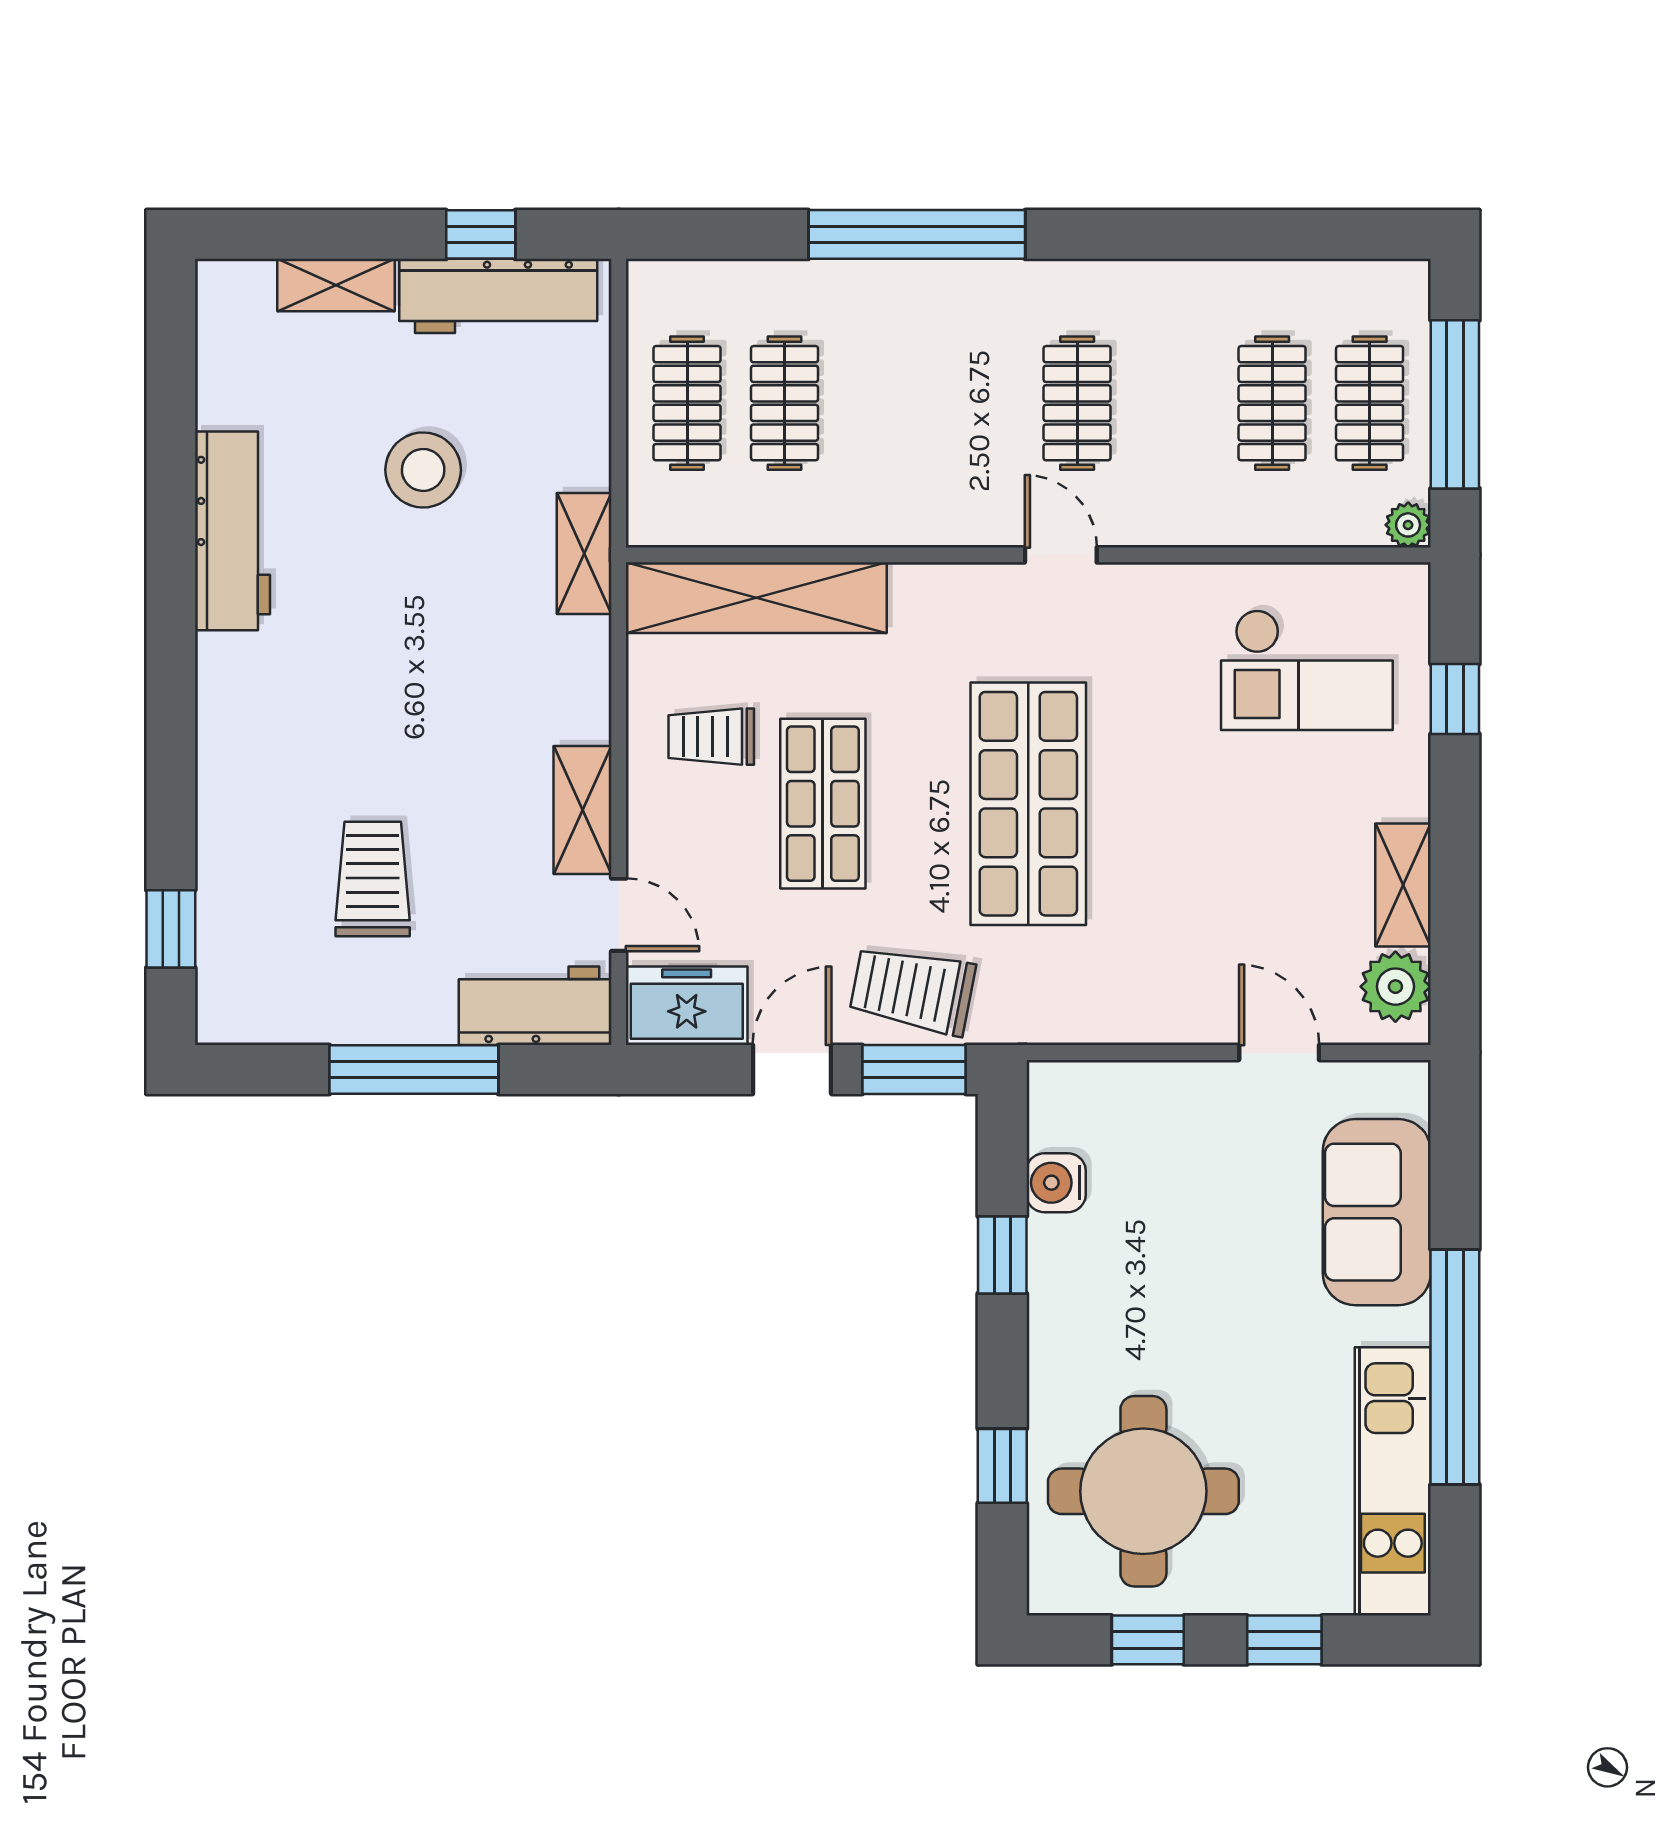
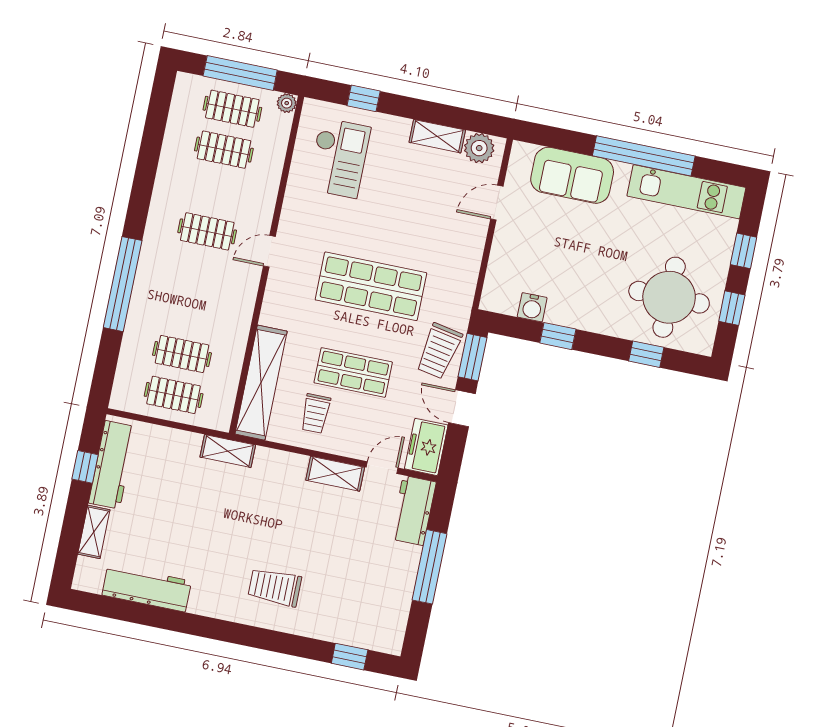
stool: (423, 470) -> (179, 511), removed
workbench: (232, 531) -> (147, 588), moved
trolley: (373, 879) -> (275, 587), moved

